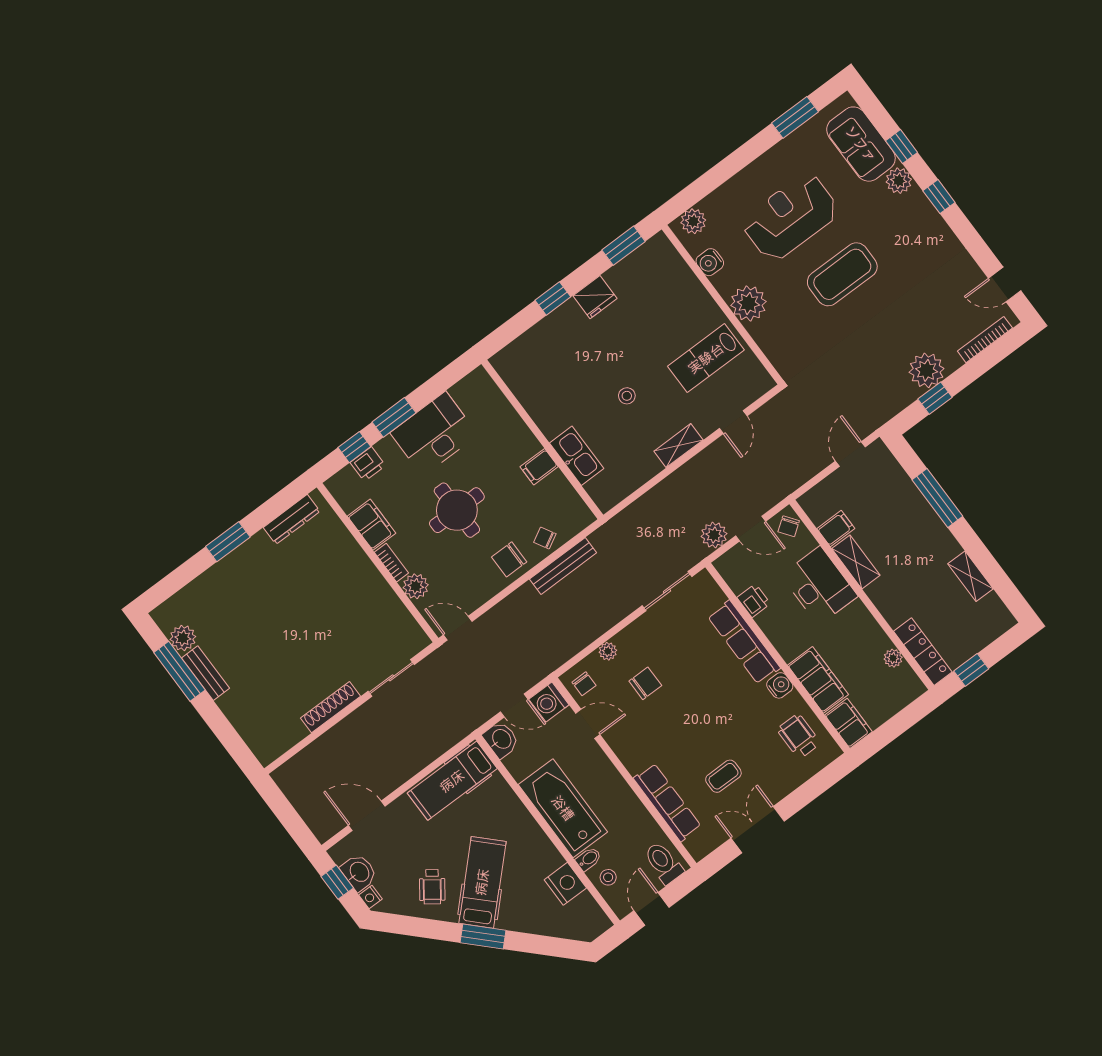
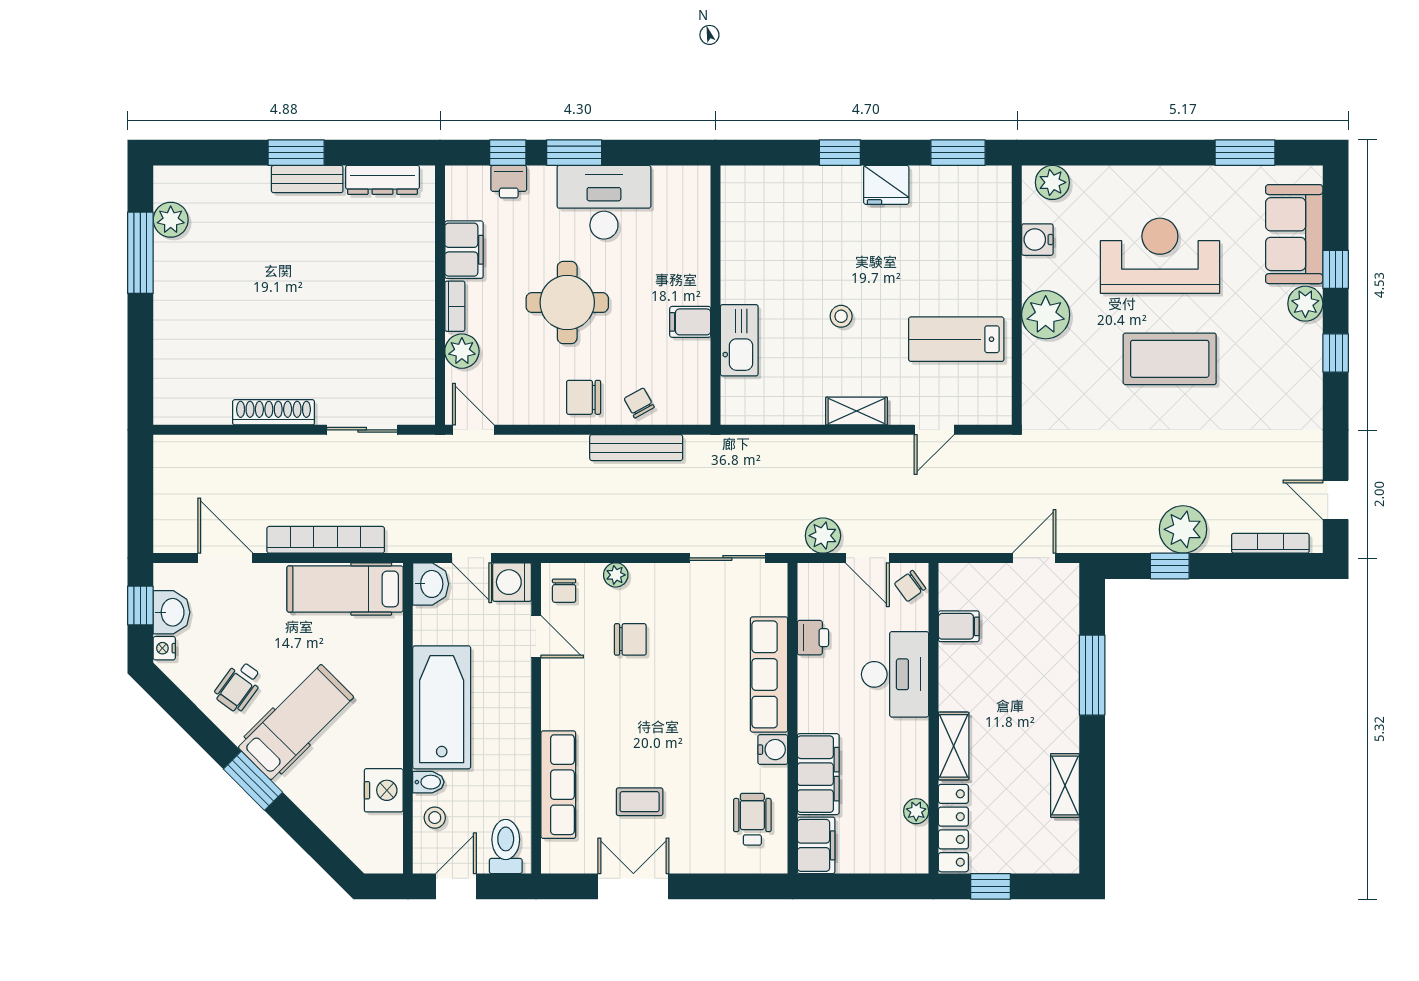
shelving: (856, 562) -> (954, 746), moved
bench: (206, 673) -> (307, 179), moved, turned 90
bookcase: (419, 760) -> (326, 540), added

